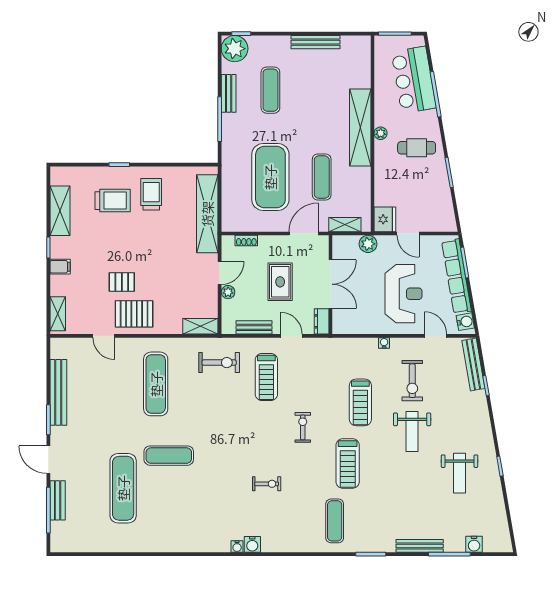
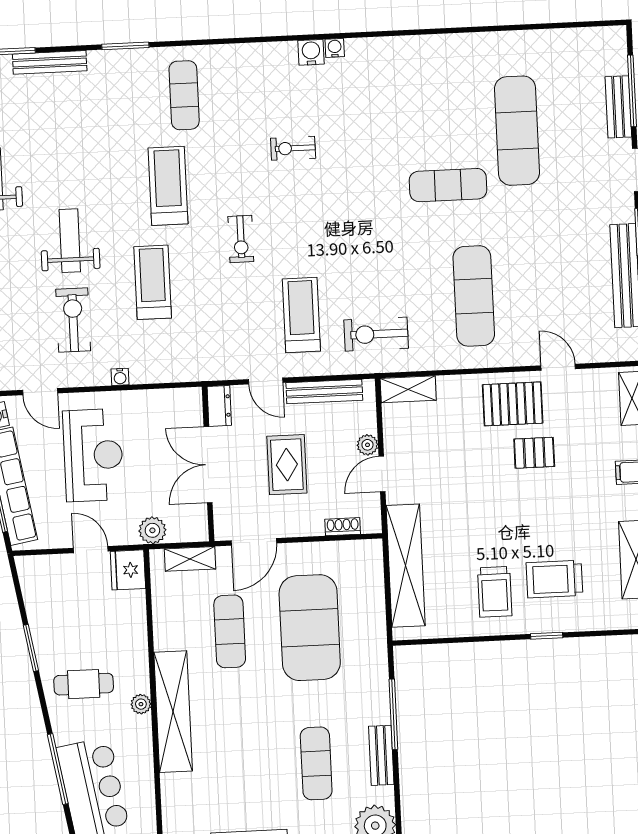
reception desk: (404, 294) -> (93, 455), turned 180
bench: (254, 327) -> (324, 392), width x1.36

